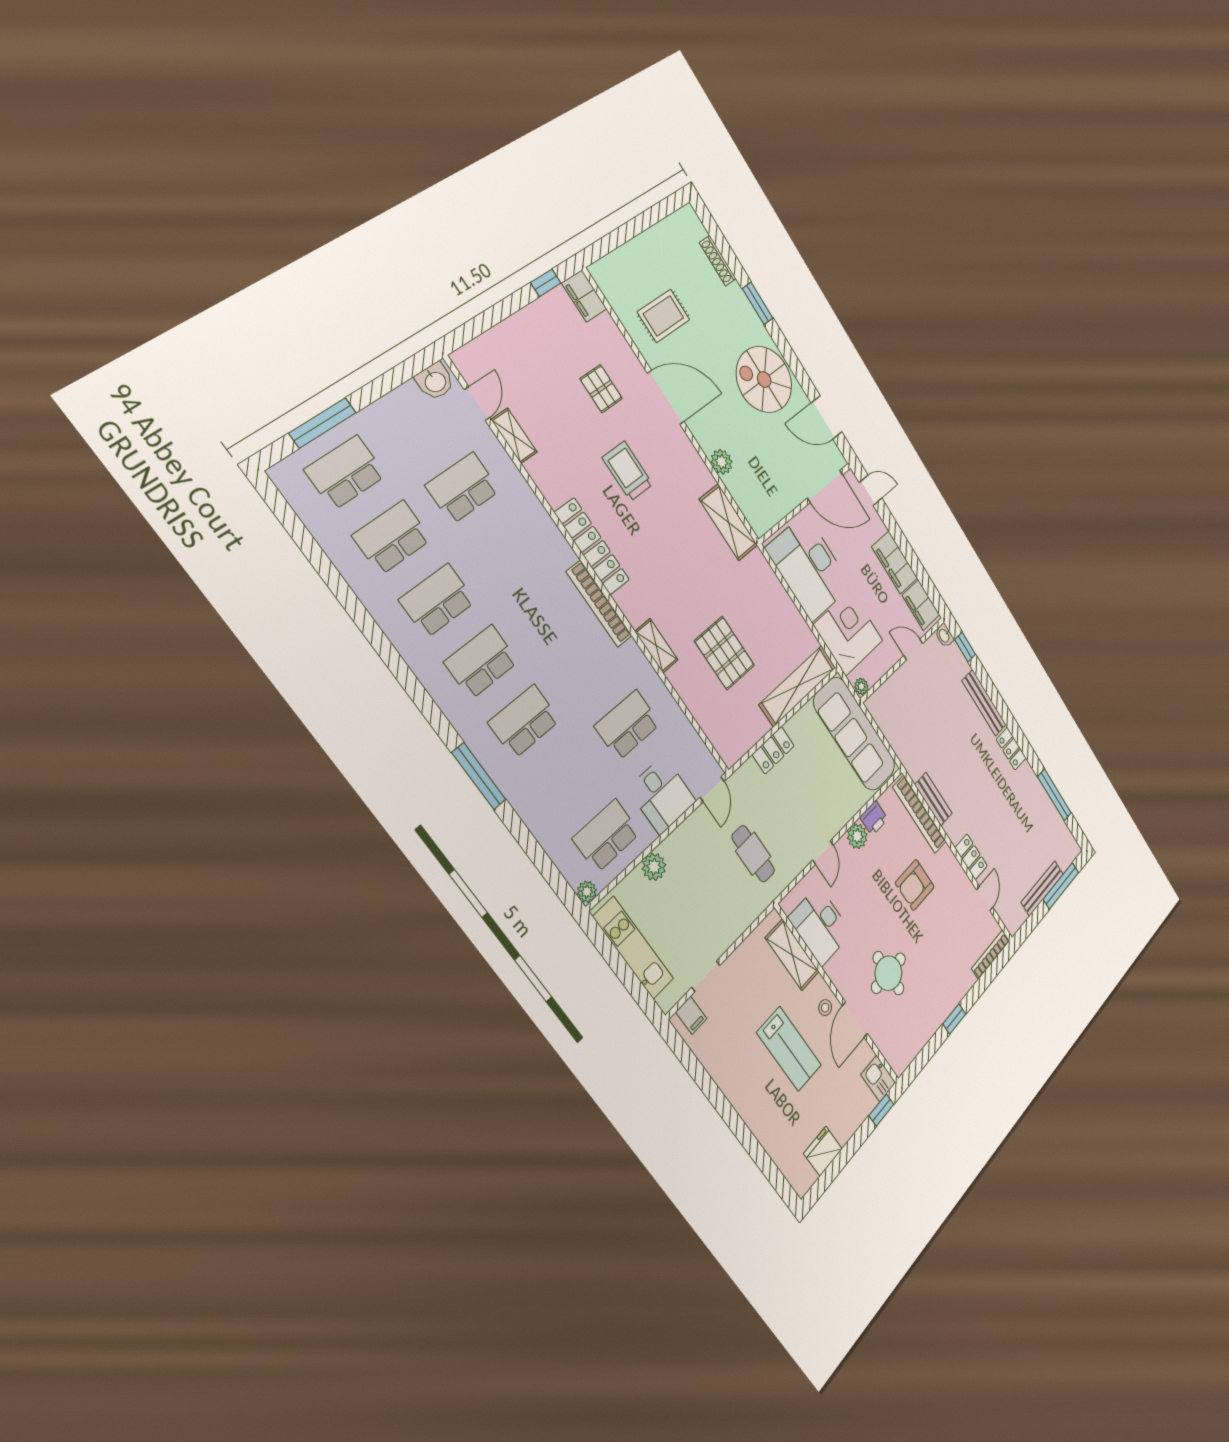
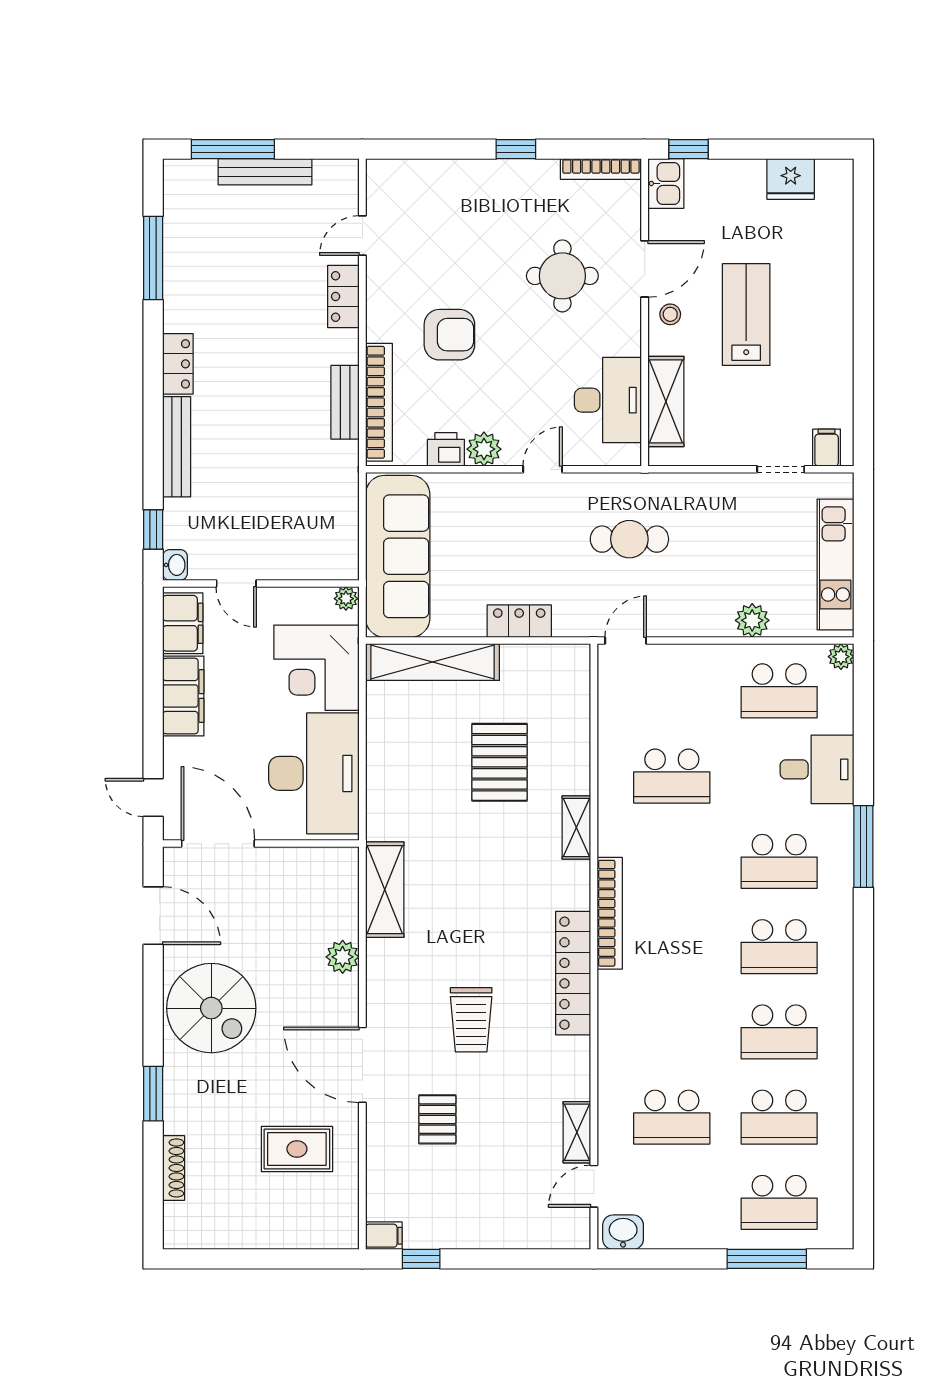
filing cabinet: (584, 296) -> (384, 1236), width x0.50
desk: (662, 795) -> (817, 769), moved, turned 90
cafe table: (753, 854) -> (629, 539), turned 90
bookcase: (991, 955) -> (601, 169), moved

